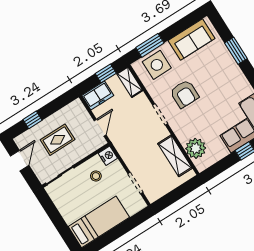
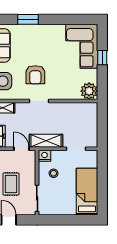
armchair: (184, 94) -> (35, 75), turned 90
plant: (196, 148) -> (89, 91), moved
shelving: (175, 156) -> (46, 141), moved

